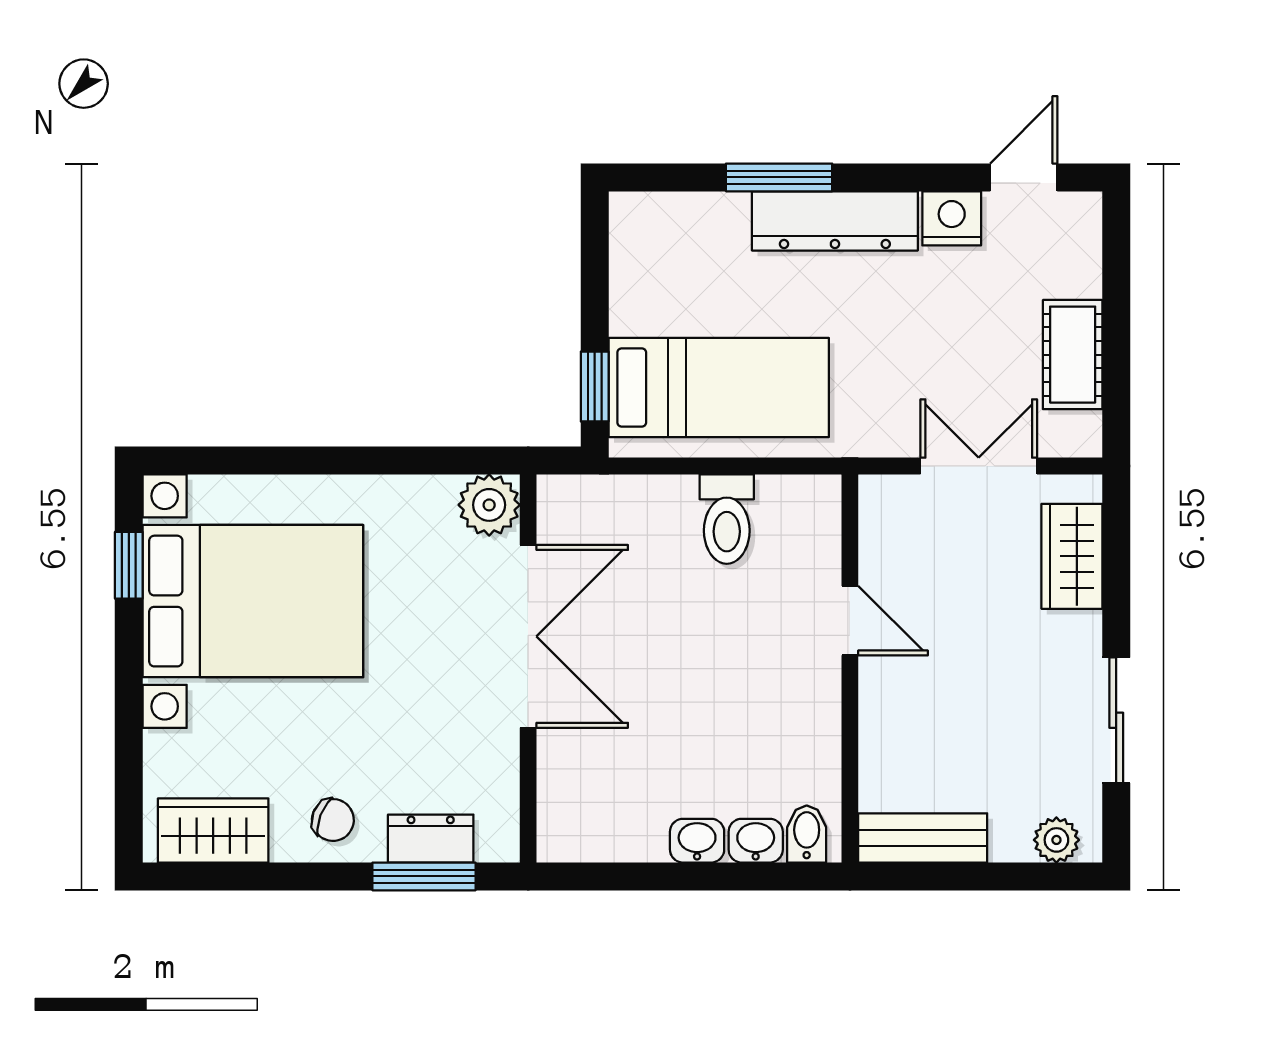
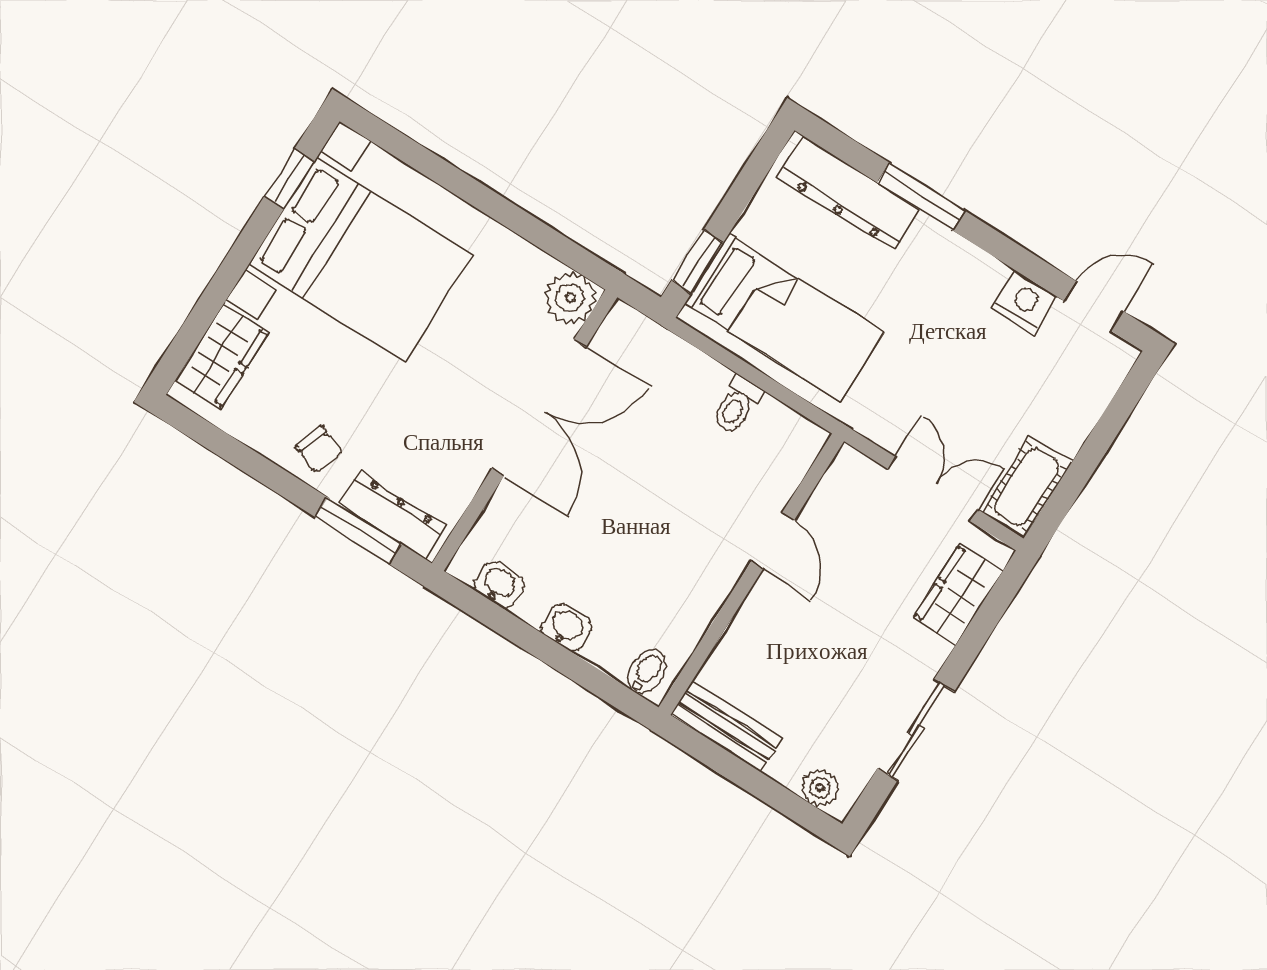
dresser: (835, 221) -> (848, 193), moved
cot: (1073, 355) -> (1027, 487), moved
toilet: (727, 519) -> (737, 405), width x0.73, depth x0.72
wardrobe: (213, 831) -> (222, 356), moved, turned 90
dresser: (431, 839) -> (393, 515), width x1.44
washbasin: (756, 841) -> (499, 585), moved

